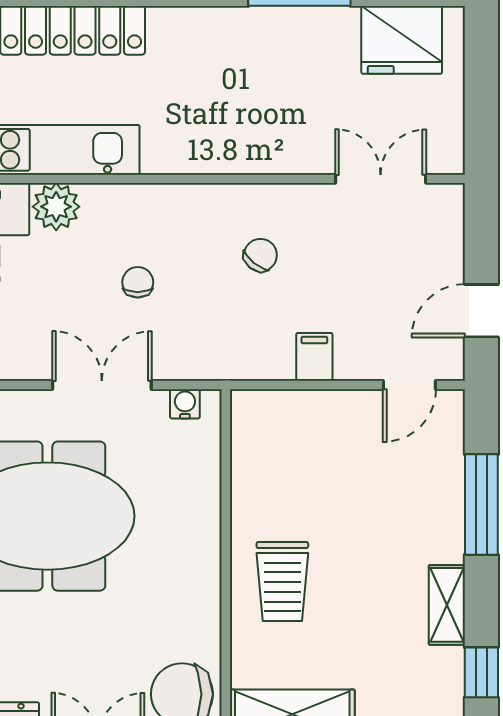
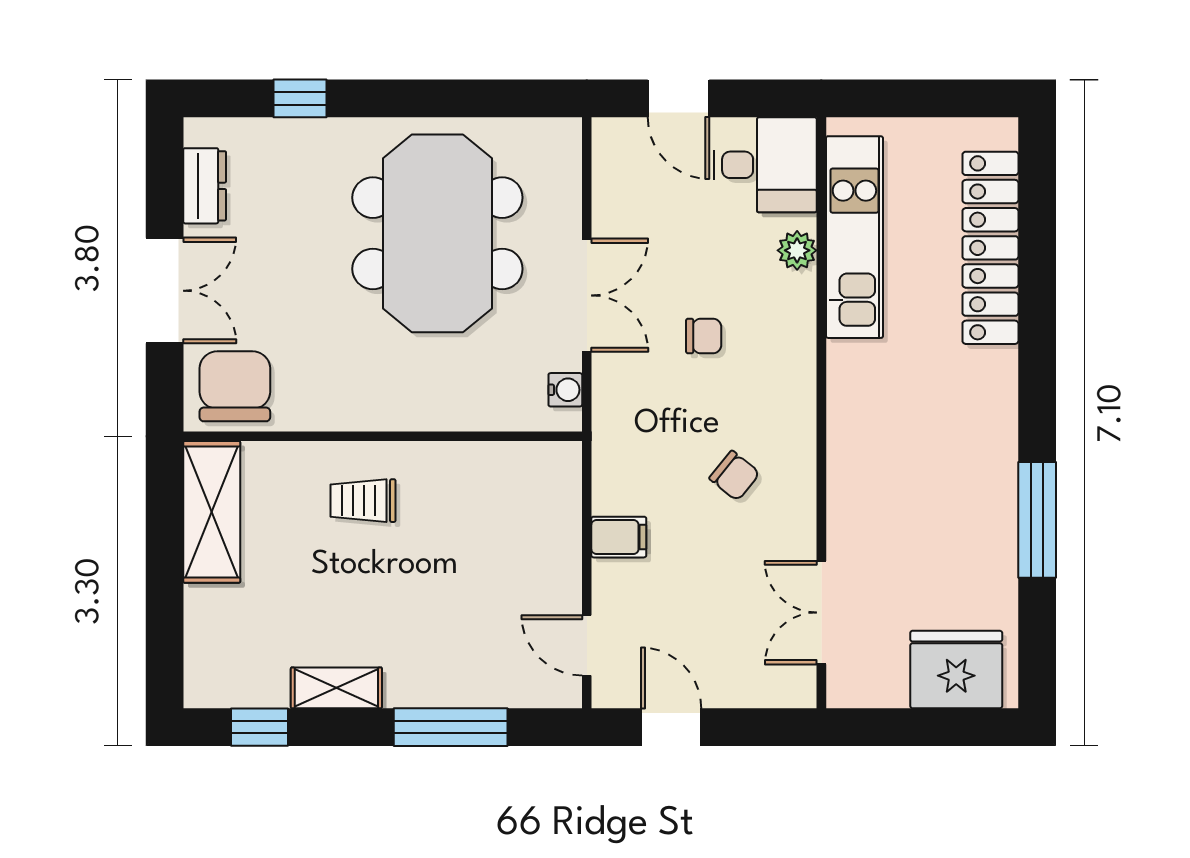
fridge: (402, 40) -> (956, 670), moved, turned 90
double door: (381, 179) -> (821, 613), swing flipped
plant: (56, 207) -> (797, 250), width x0.73, depth x0.73
trolley: (282, 582) -> (363, 501), width x0.73, depth x0.72

